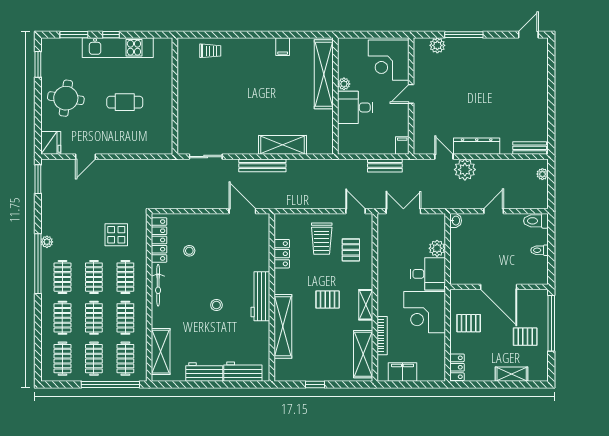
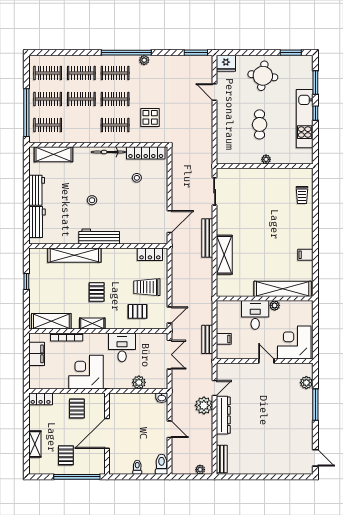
plant: (167, 94) -> (266, 159), added
filing cabinet: (402, 145) -> (224, 339), moved
locker: (282, 254) -> (150, 254), moved
desk: (428, 274) -> (122, 347), moved, turned 180
clothes rail: (125, 318) -> (81, 125), removed

